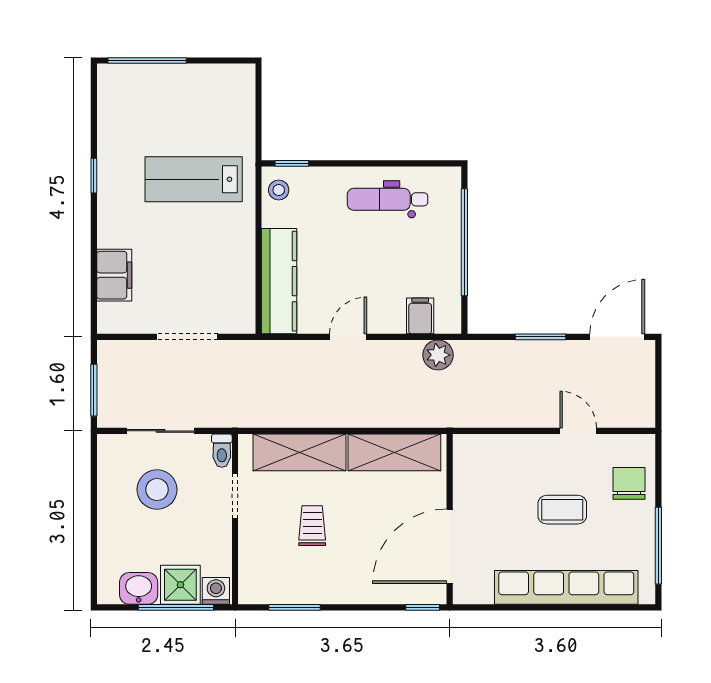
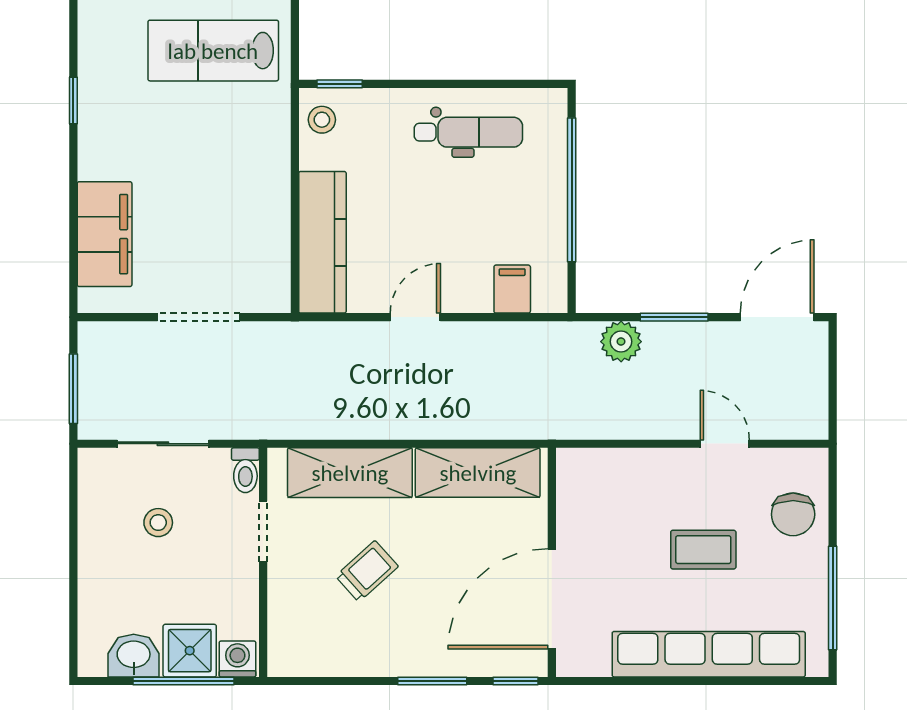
lab bench: (194, 179) -> (213, 51), moved
dental chair: (388, 199) -> (468, 132), turned 180
filing cabinet: (114, 275) -> (105, 234), width x1.50, depth x1.17
plant: (438, 355) -> (621, 342), moved
chair: (629, 483) -> (793, 514), turned 180
stool: (157, 490) -> (158, 523), width x0.53, depth x0.53
trolley: (312, 526) -> (367, 571), turned 48
window: (295, 607) -> (432, 681), moved

